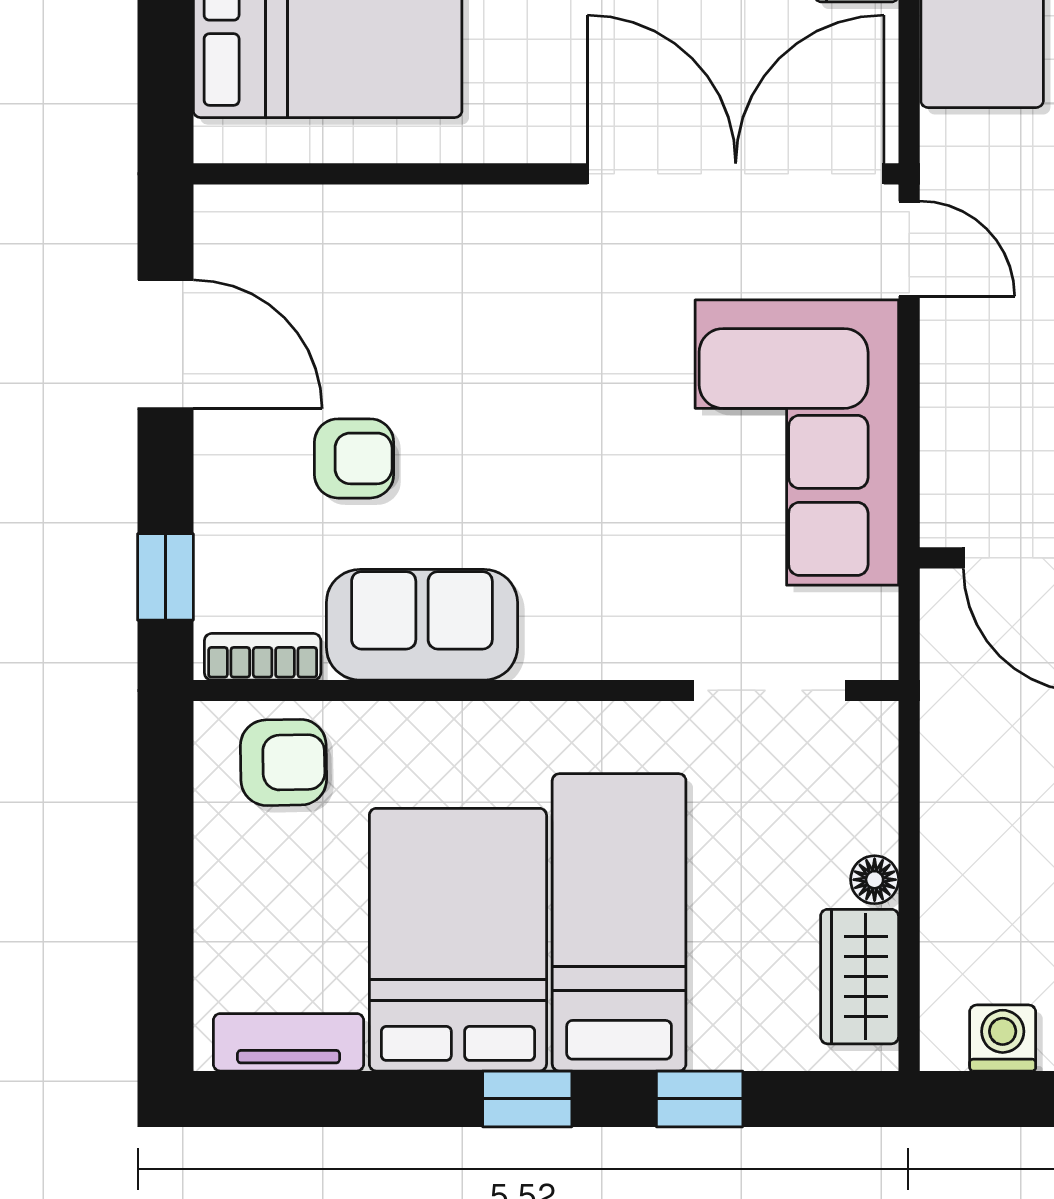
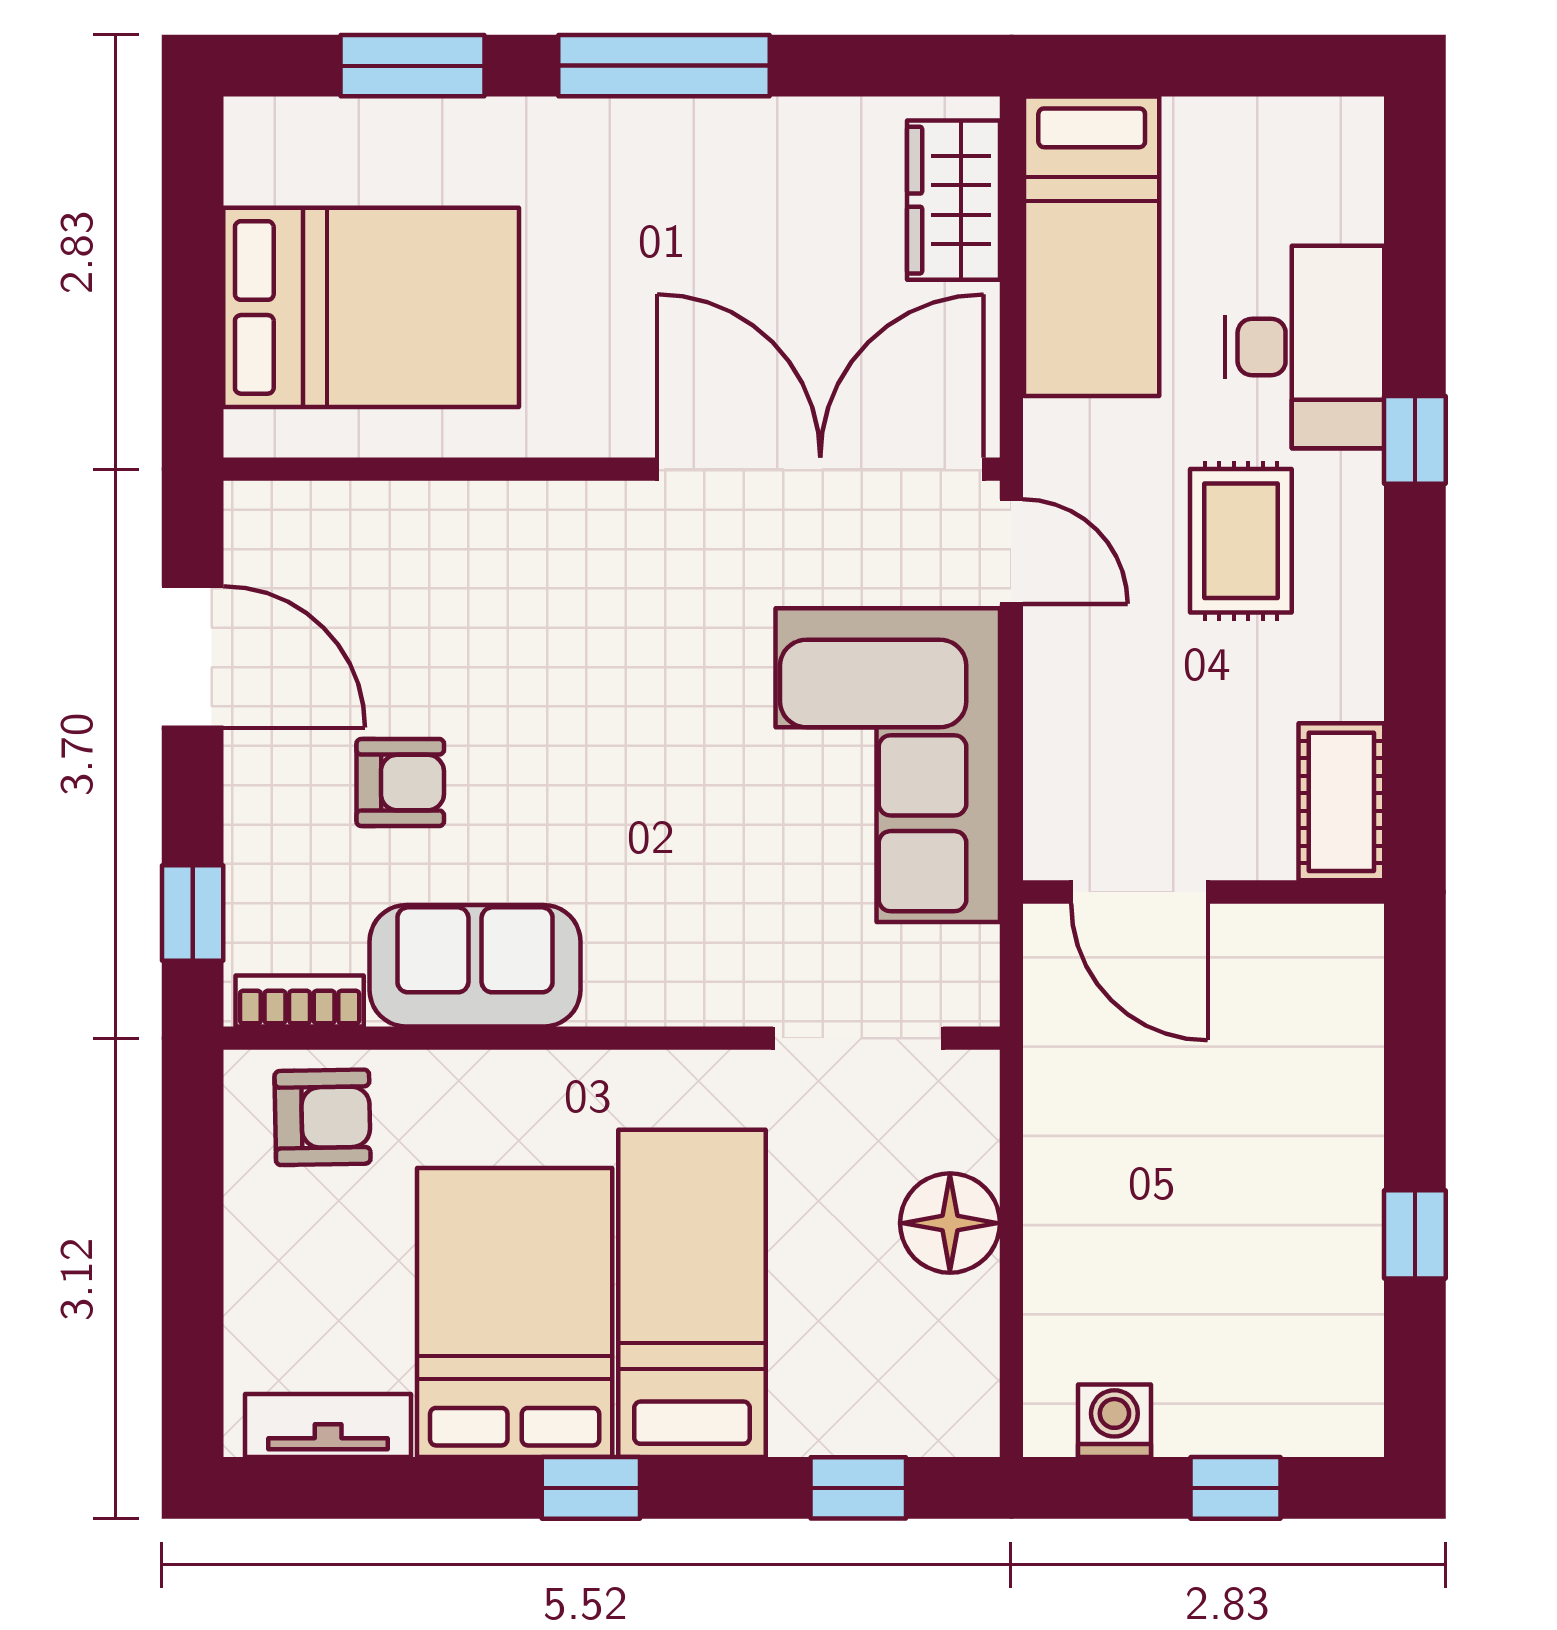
floor lamp: (875, 880) -> (950, 1223), width x1.89, depth x1.89
wardrobe: (860, 977) -> (957, 1353), removed
window: (700, 1099) -> (858, 1488), moved

